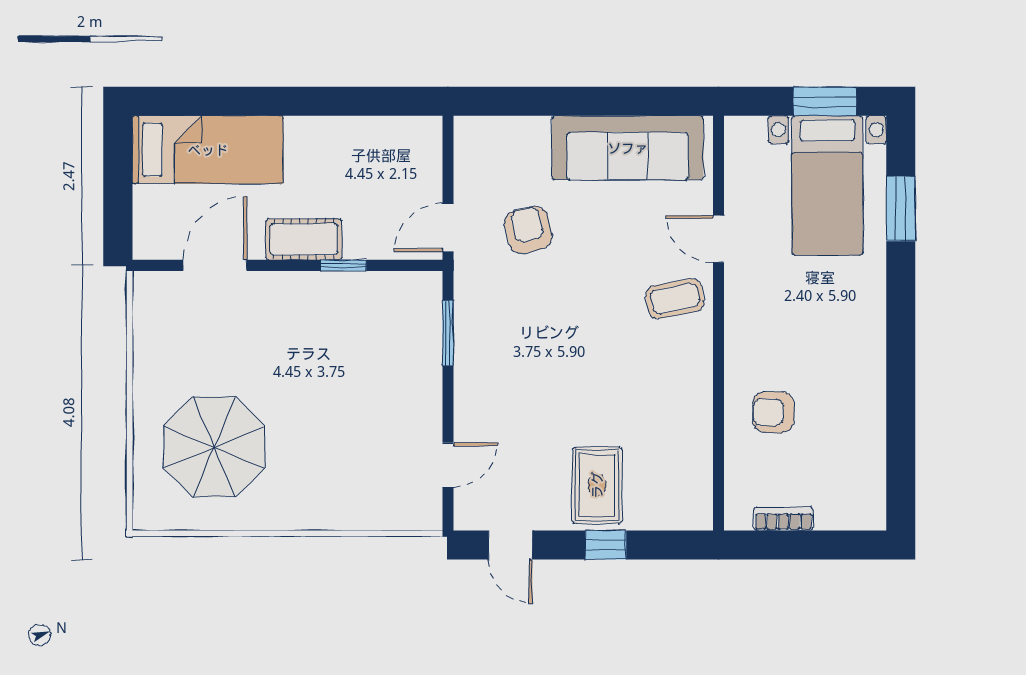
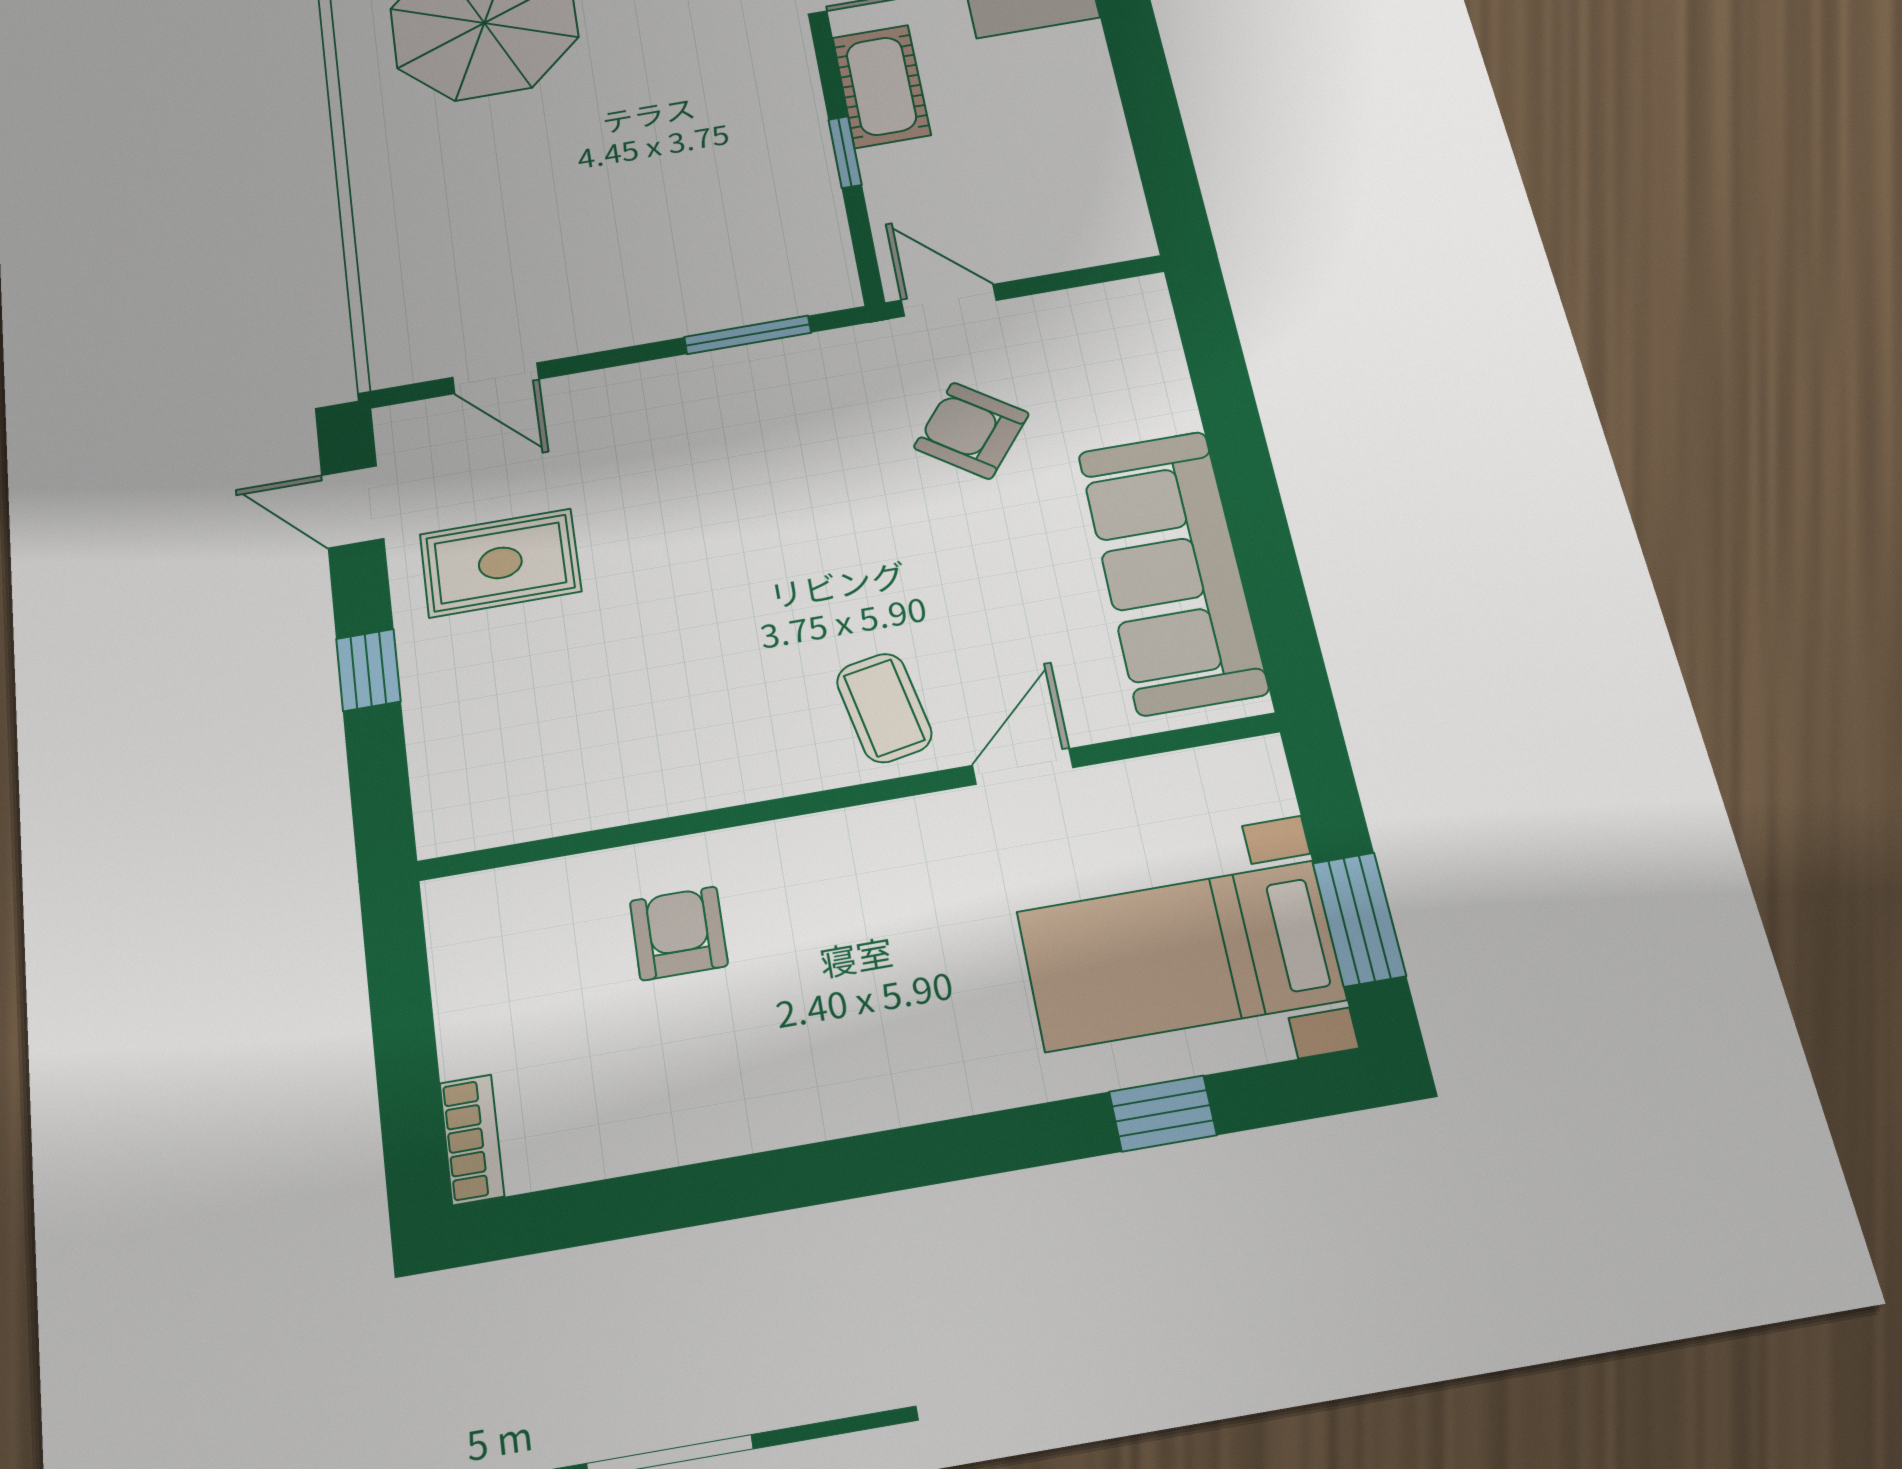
window: (901, 209) -> (1163, 1113), width x0.67
armchair: (528, 230) -> (971, 431), turned -129
rug: (597, 485) -> (500, 563), moved
bookcase: (783, 519) -> (472, 1140), moved
door: (510, 545) -> (353, 507), hinge flipped

